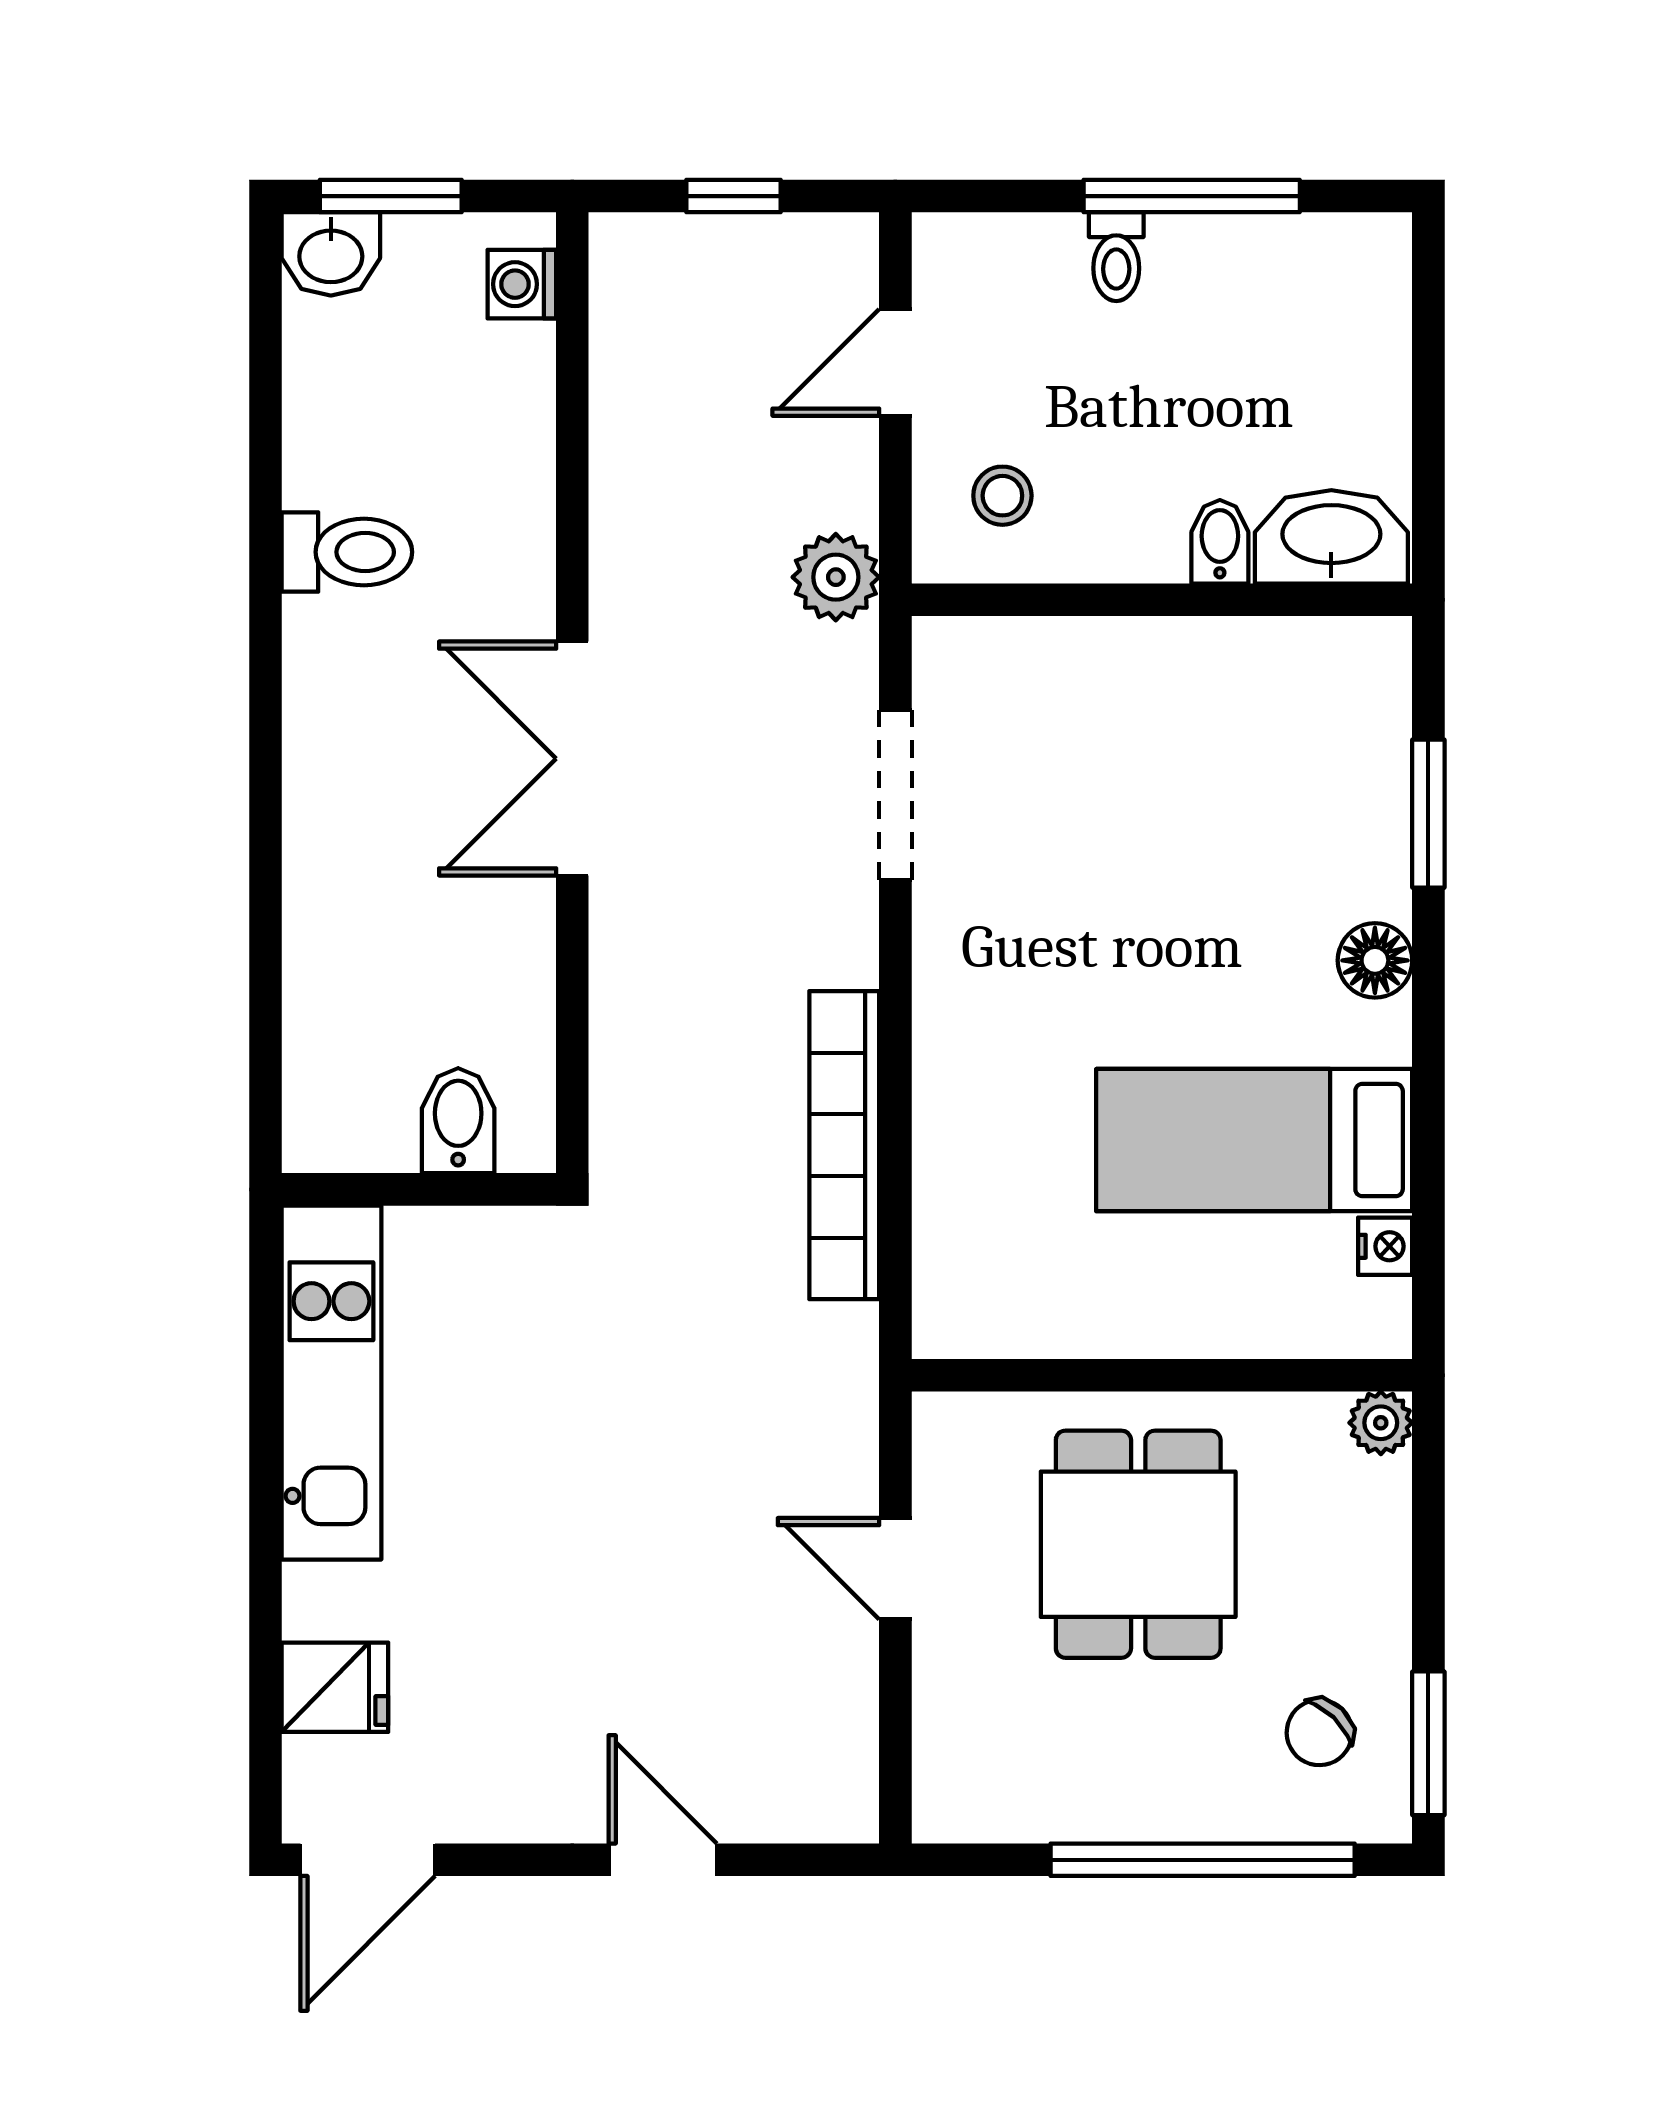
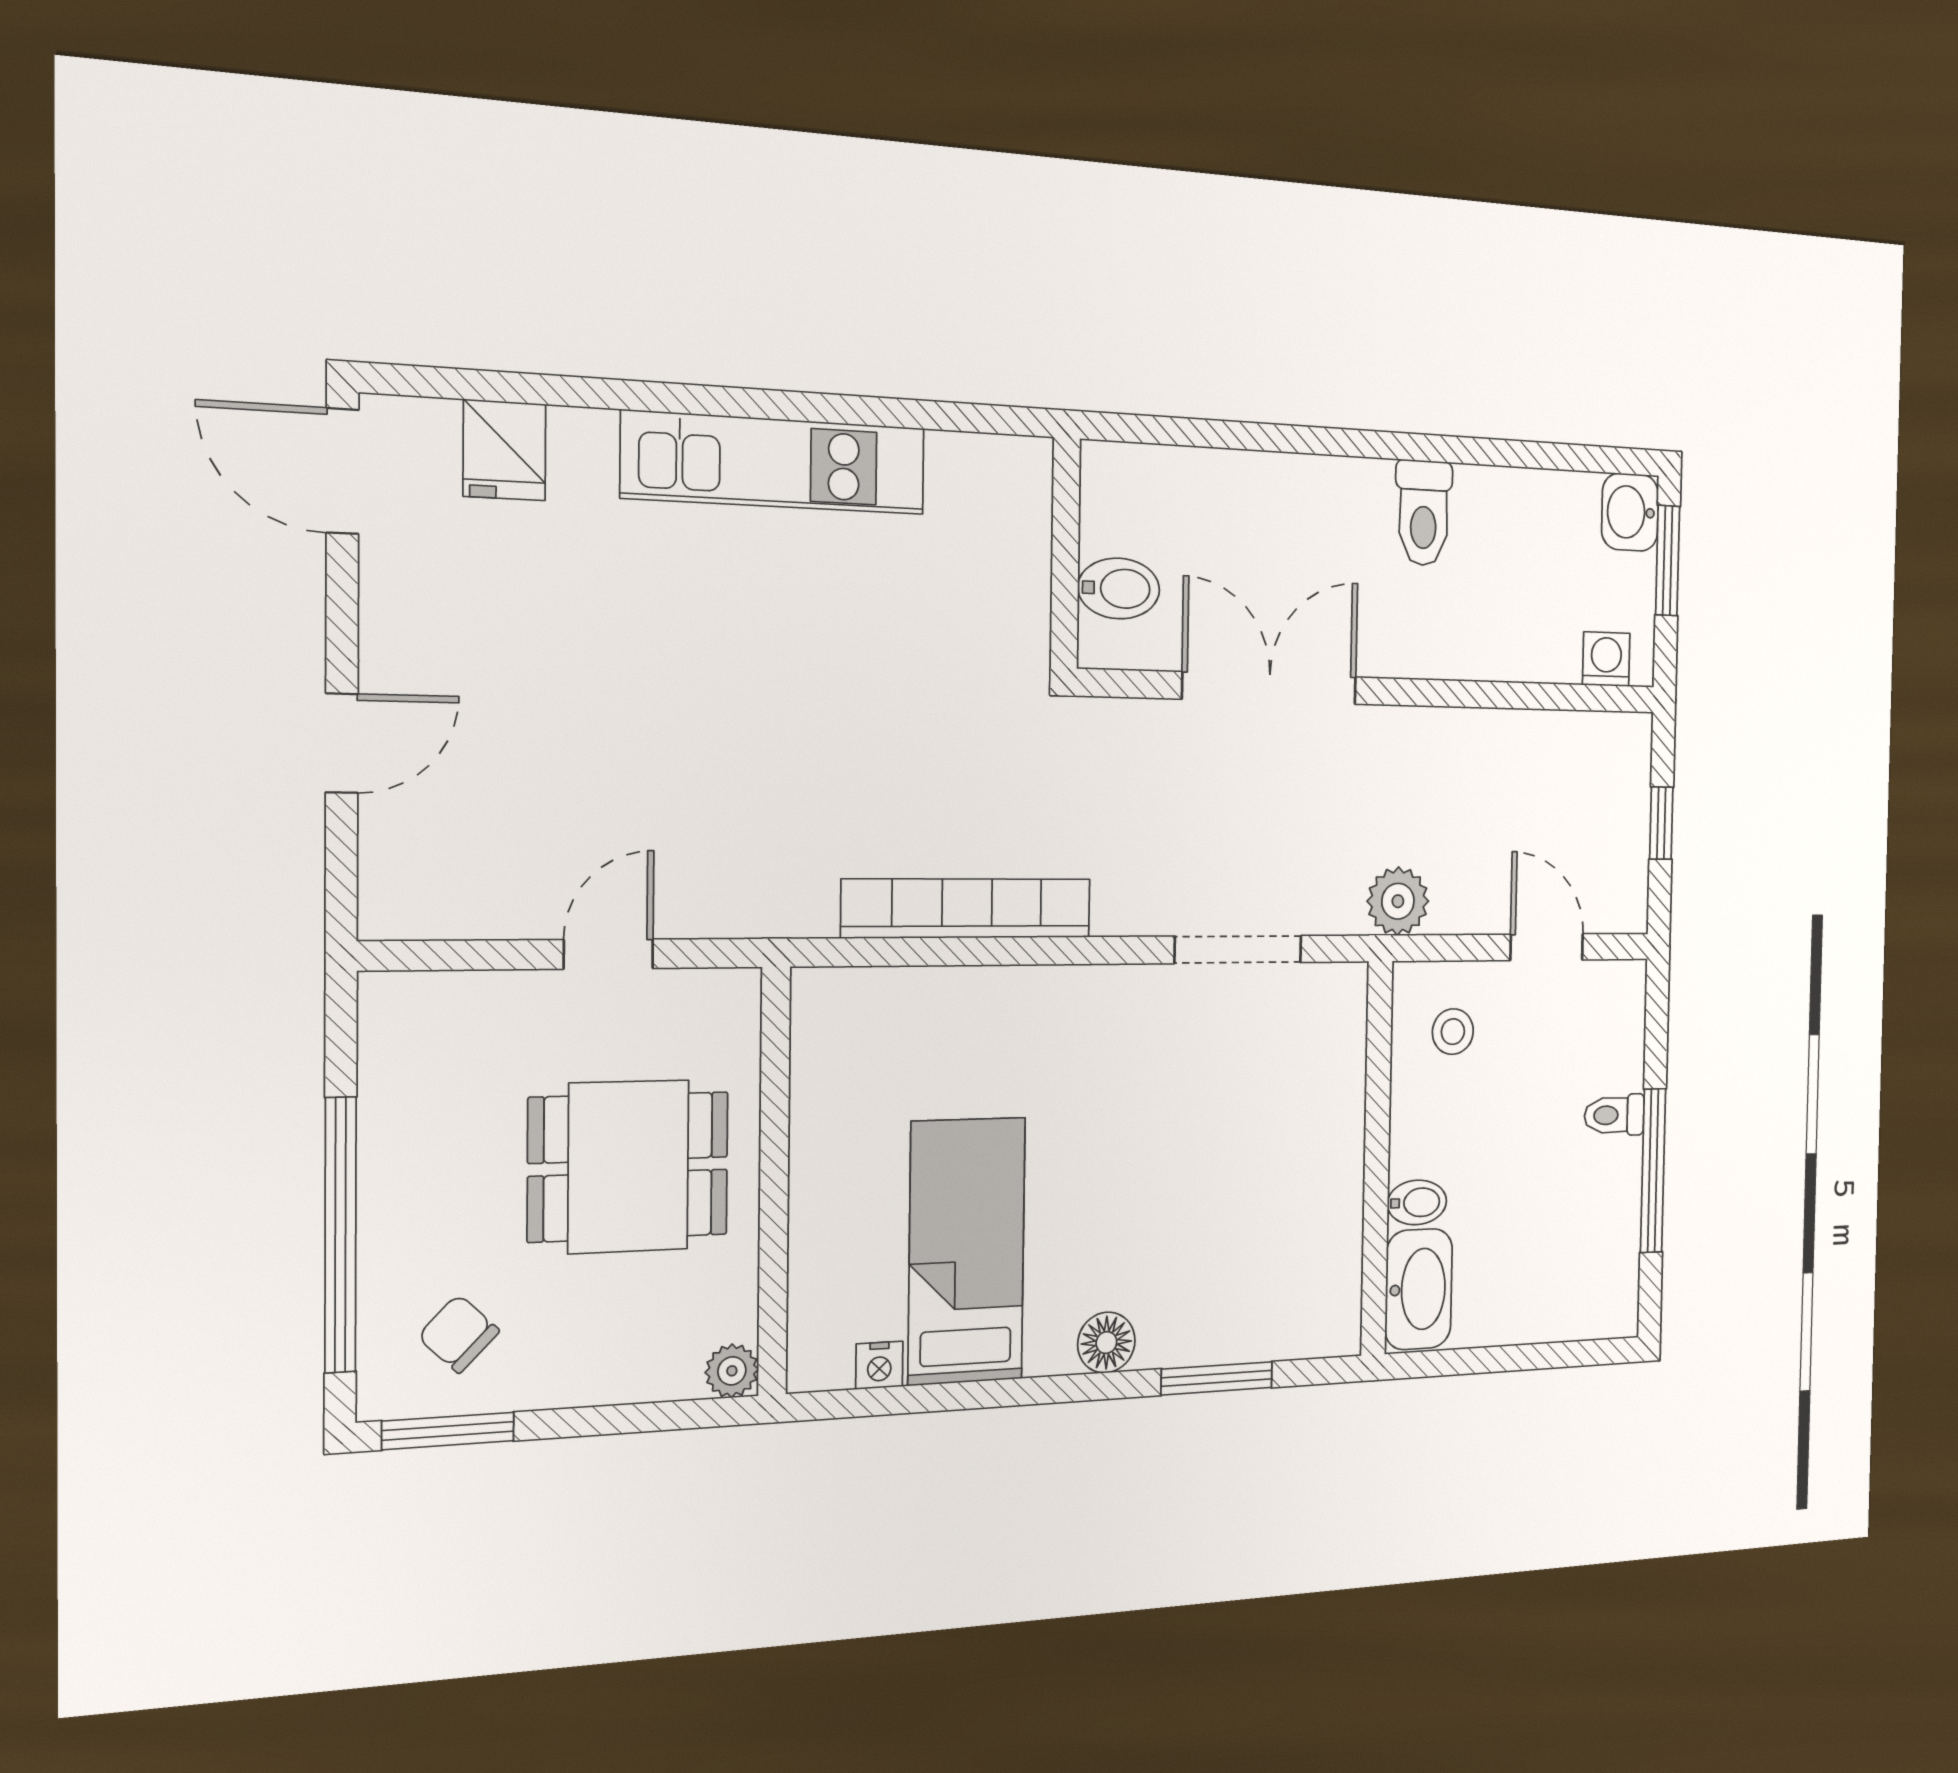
bidet: (458, 1121) -> (1119, 589), moved
wall: (419, 1189) -> (1065, 553), moved

